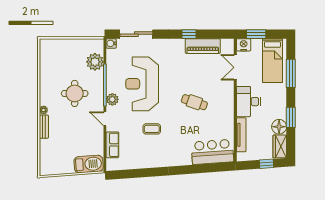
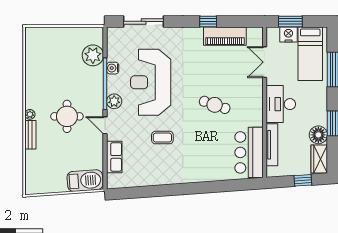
water cooler: (111, 43) -> (113, 68), moved
nightstand: (244, 45) -> (288, 34), moved
round table: (75, 93) -> (67, 116), moved
bar counter: (212, 152) -> (249, 152), moved, turned -86

